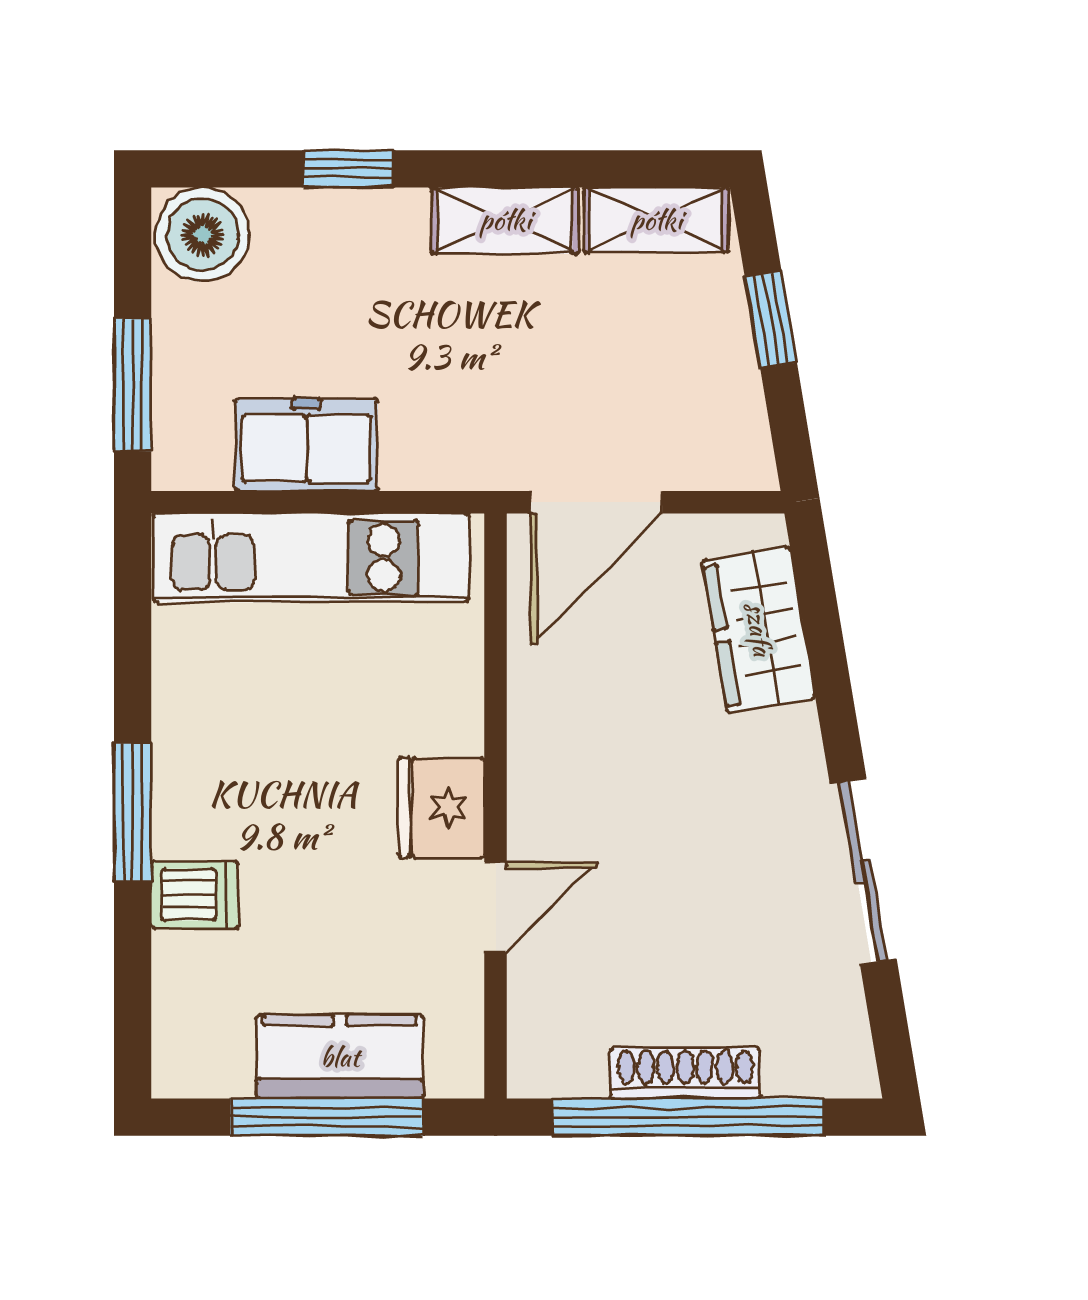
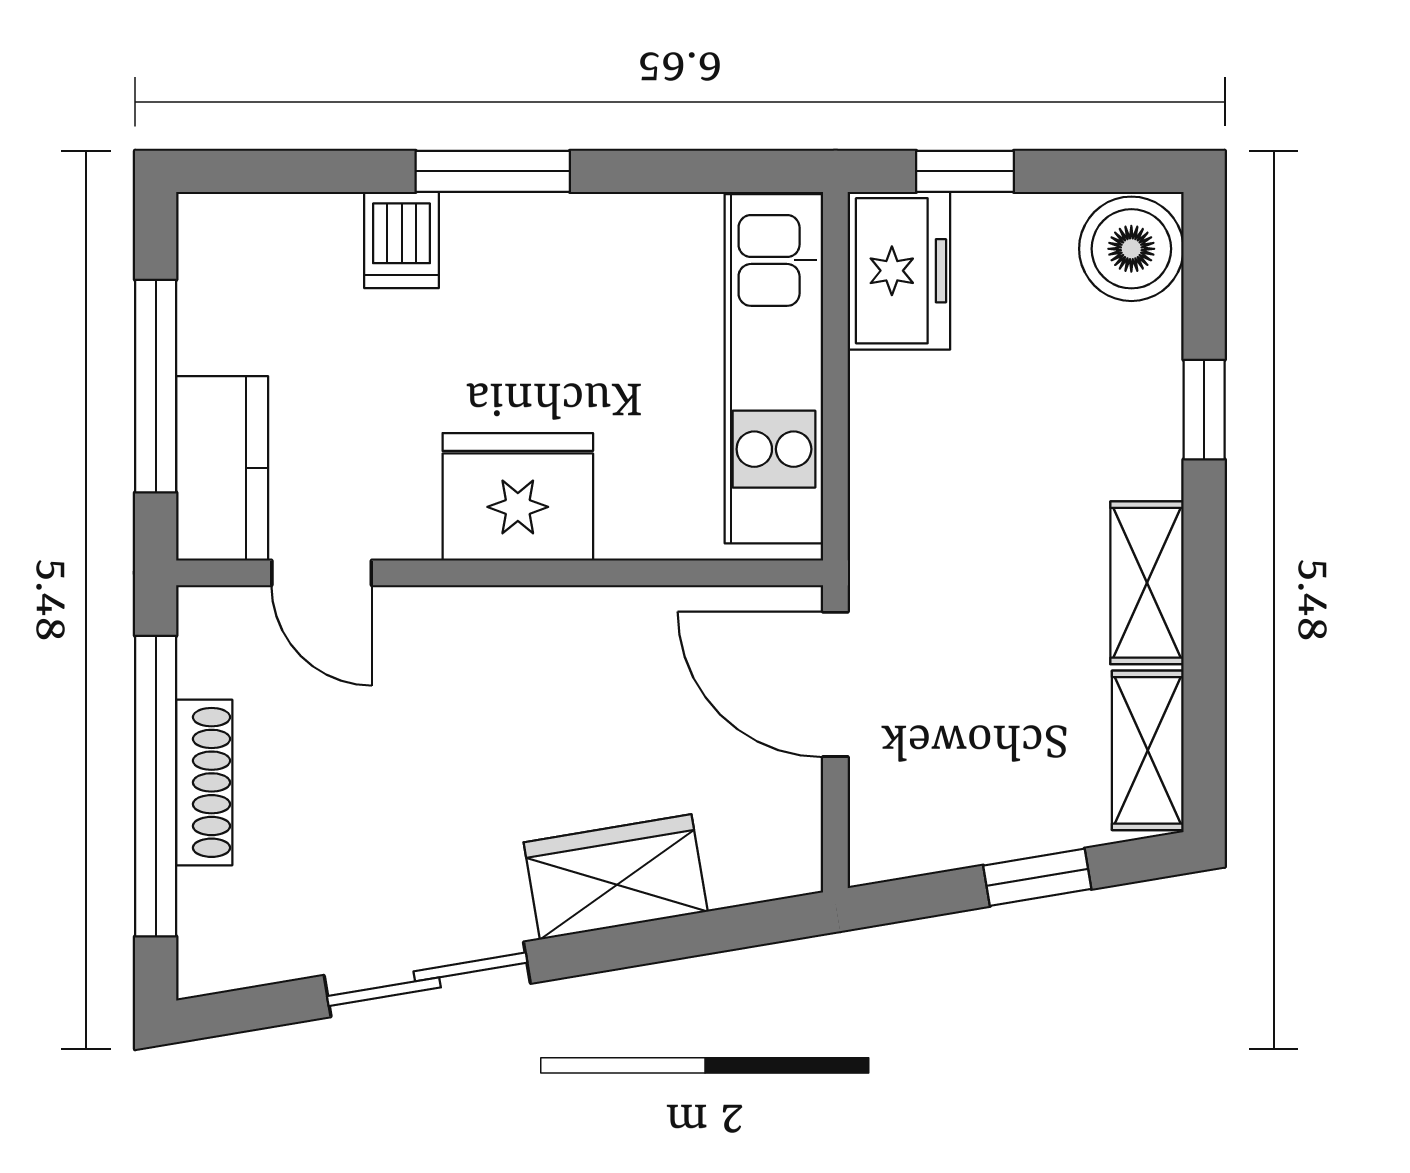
window: (133, 385) -> (965, 171), width x0.67
freezer: (306, 445) -> (899, 271), moved
wardrobe: (759, 629) -> (616, 877), moved
fridge: (441, 808) -> (518, 497), width x1.36, depth x1.34
door: (496, 907) -> (322, 573), moved
kitchen counter: (340, 1057) -> (222, 468), moved

